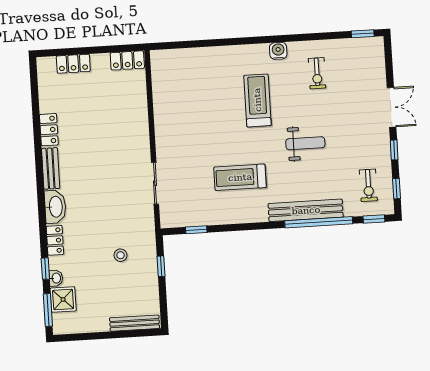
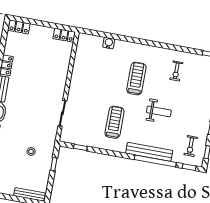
water cooler: (278, 51) -> (109, 43), moved
locker: (73, 64) -> (19, 27), moved
treadmill: (240, 177) -> (115, 122), turned 90

